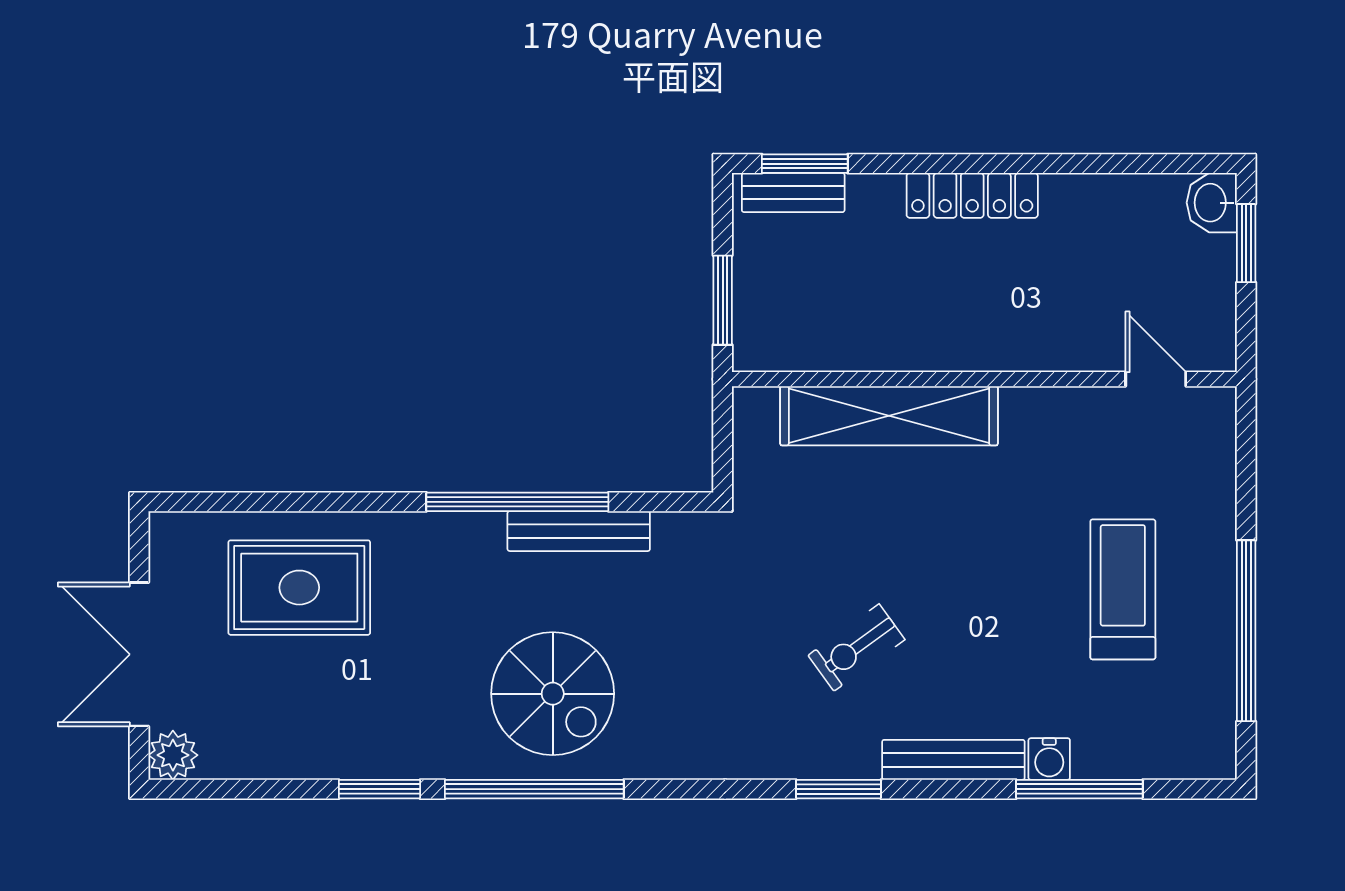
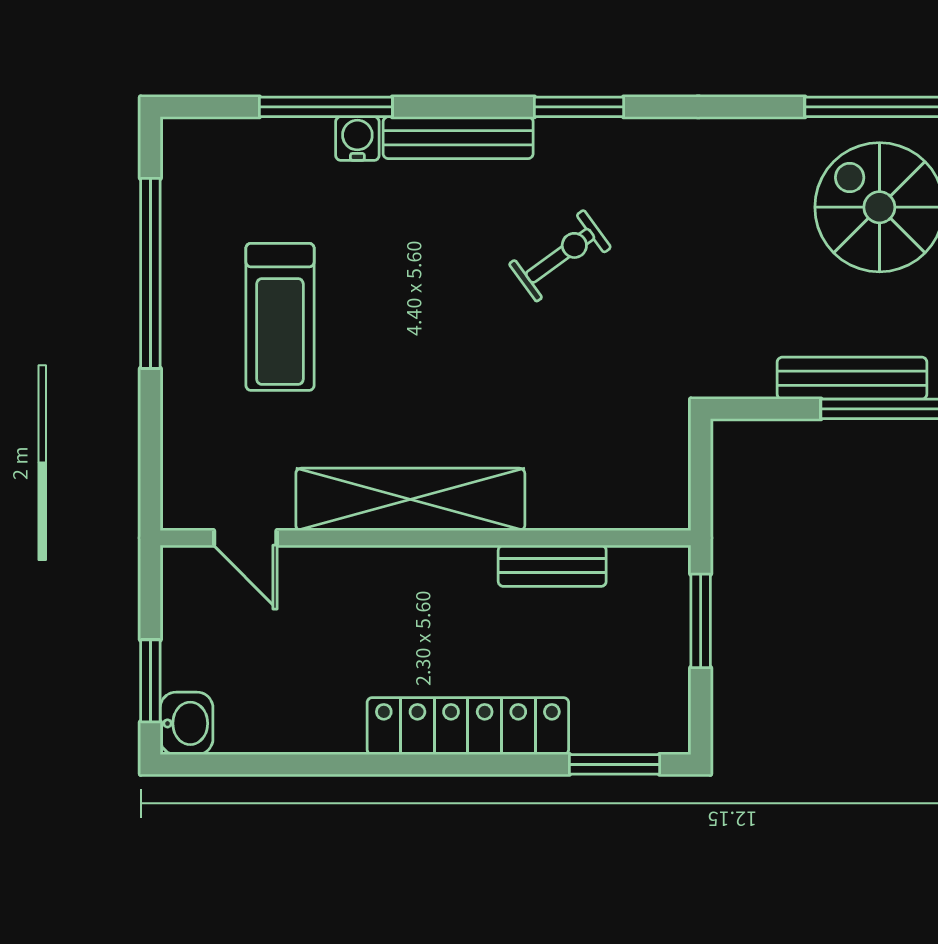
bench: (793, 193) -> (552, 566), moved
locker: (972, 195) -> (468, 726), width x1.41, depth x1.21
shelving: (889, 416) -> (410, 499), moved

